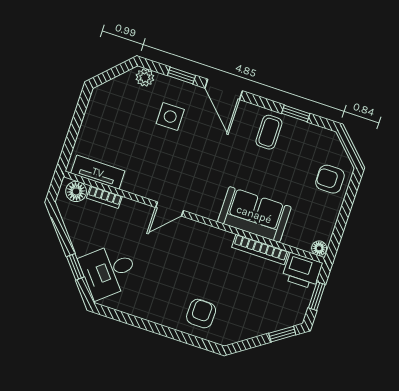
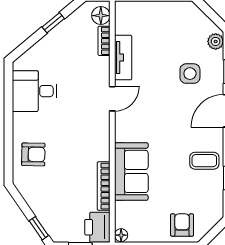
tv unit: (98, 172) -> (123, 58), moved
door: (170, 209) -> (112, 99), swing flipped
window: (75, 267) -> (53, 23), moved
desk: (109, 271) -> (34, 91), moved, turned -50

